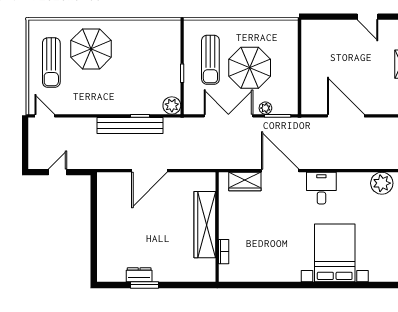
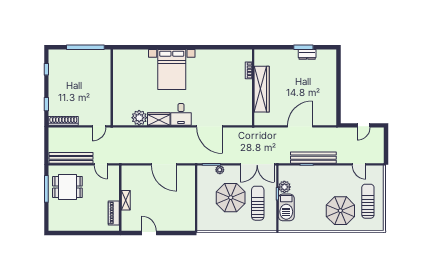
barbecue: (169, 54) -> (286, 207), added
plant: (172, 105) -> (284, 187), moved
door: (45, 116) -> (359, 164), moved
double door: (228, 116) -> (257, 164), moved
wardrobe: (245, 181) -> (159, 119), moved

